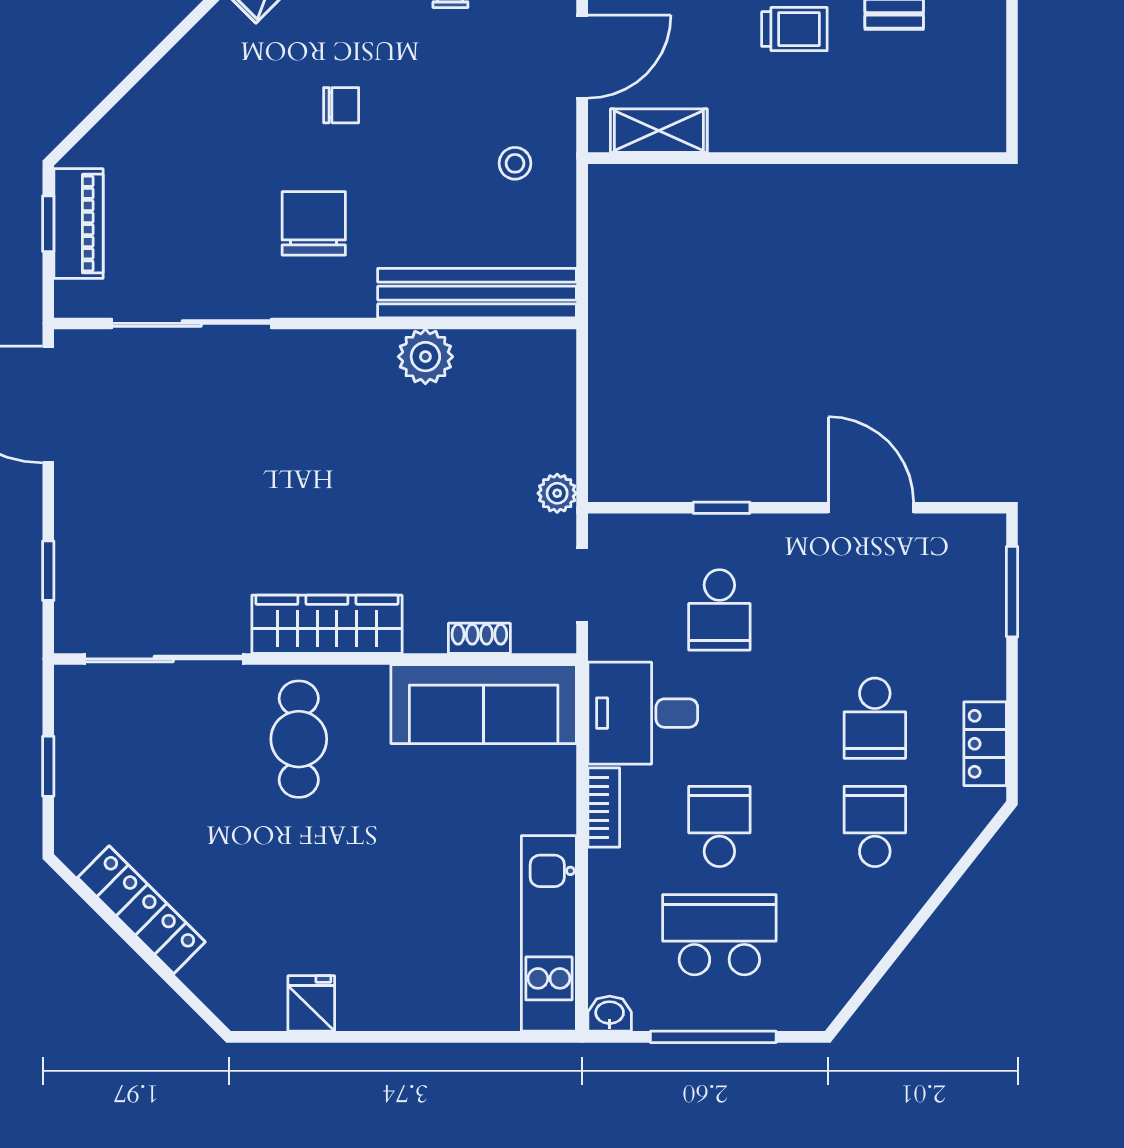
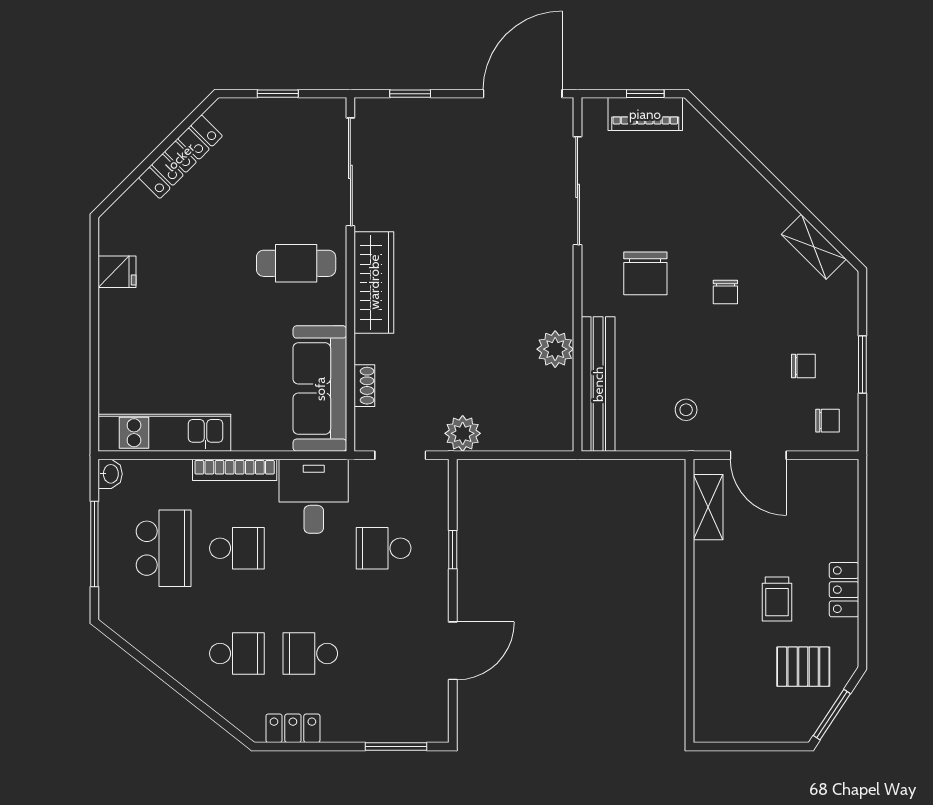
chair: (314, 223) -> (645, 273), turned 90
plant: (557, 493) -> (463, 433), width x1.38, depth x1.38
bookcase: (604, 807) -> (235, 470), width x1.56

